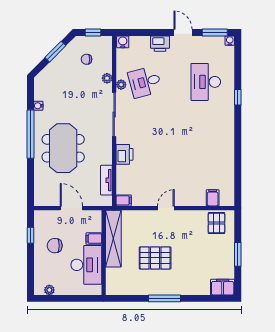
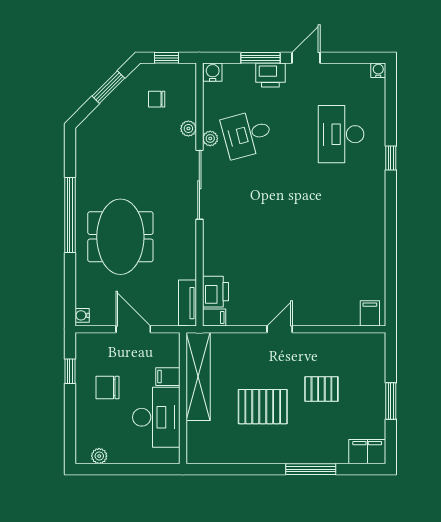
door: (183, 33) -> (306, 58), hinge flipped
window: (215, 33) -> (261, 58), moved
water cooler: (38, 106) -> (82, 315), moved
printer: (124, 154) -> (215, 292), moved
tv unit: (106, 180) -> (188, 303), moved
filing cabinet: (213, 198) -> (370, 313), moved
pallet: (216, 223) -> (321, 389), moved, turned 90
window: (165, 298) -> (311, 469), moved

